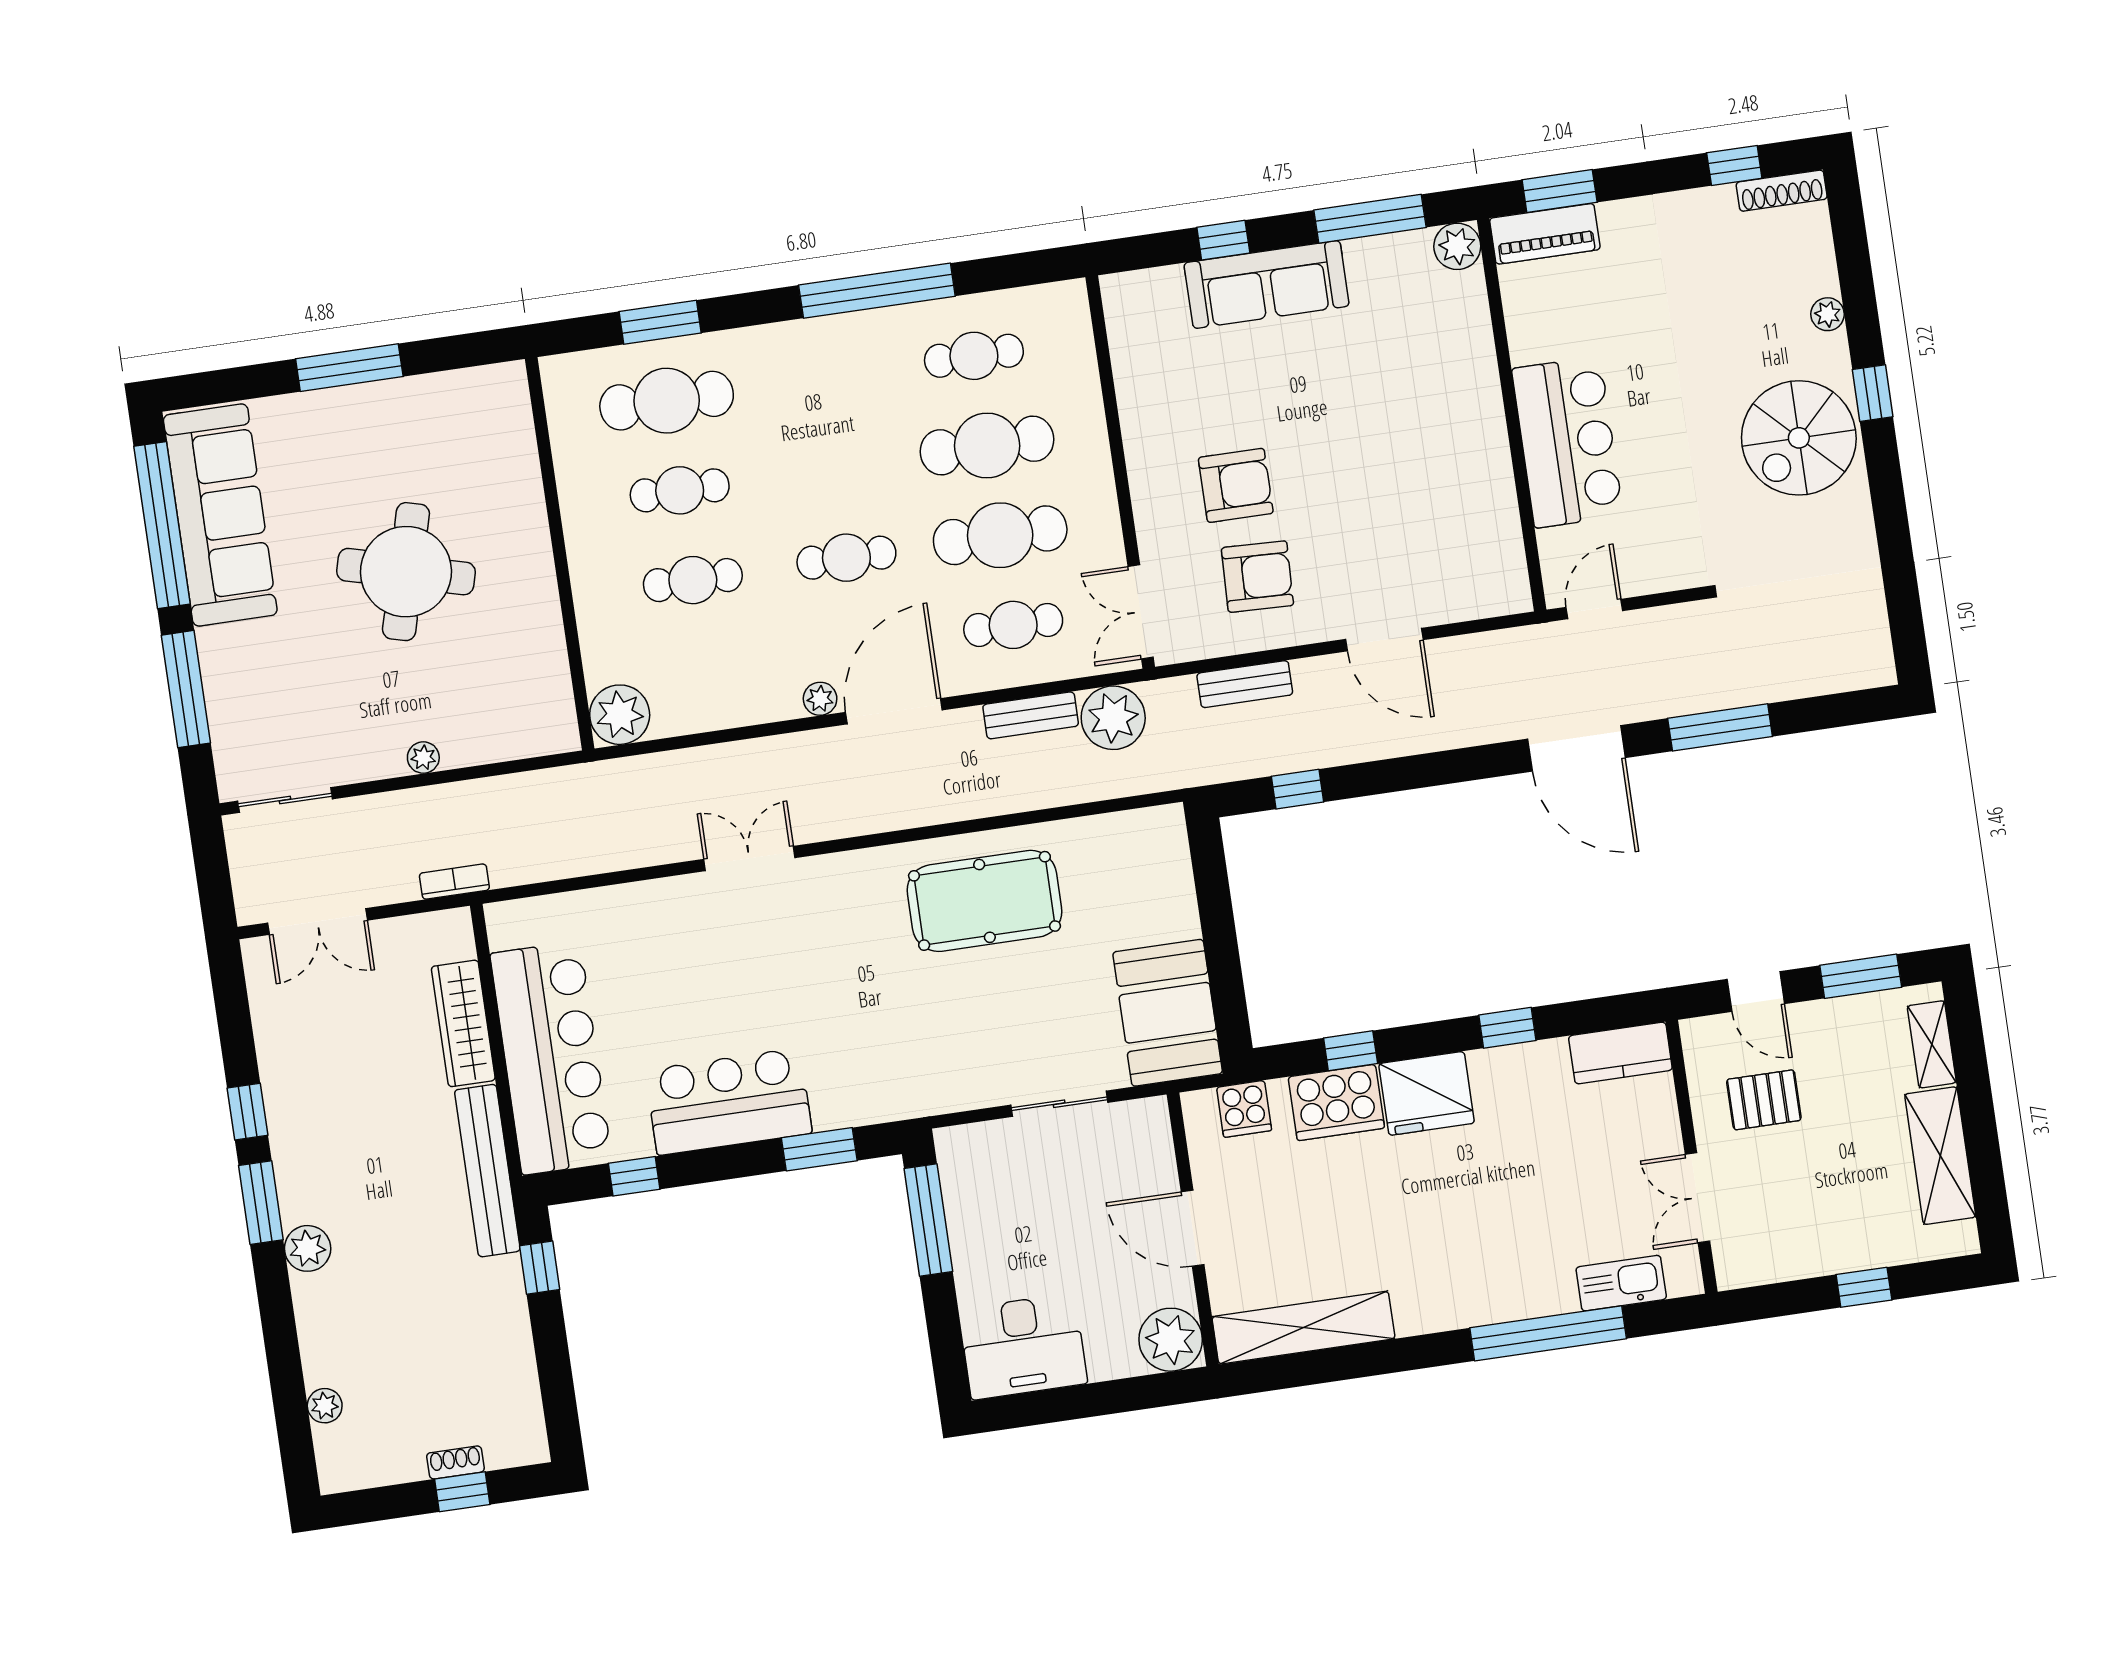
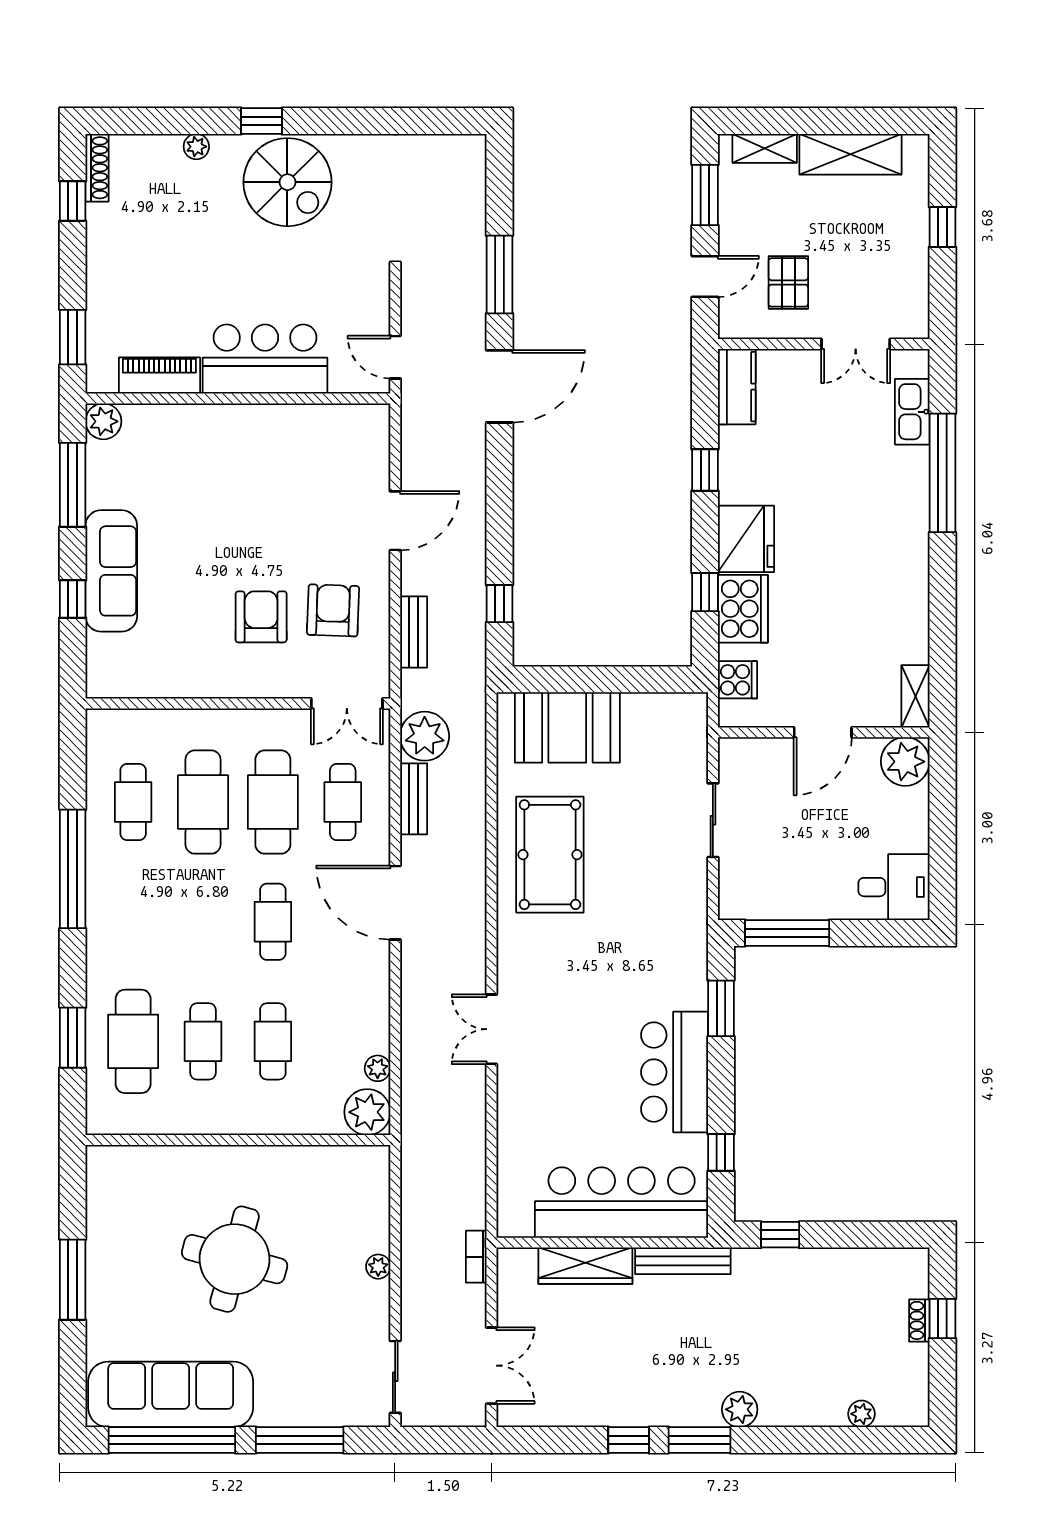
piano: (1545, 234) -> (159, 376), moved, turned -90
plant: (820, 699) -> (378, 1068), moved
booth: (1168, 1013) -> (567, 727), moved
bench: (487, 1171) -> (683, 1261), width x0.73, depth x0.82
shelving: (1303, 1328) -> (916, 696), width x0.45, depth x0.75
desk: (1023, 1346) -> (894, 887), width x0.73

